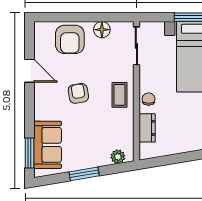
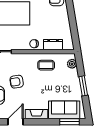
armchair: (78, 93) -> (17, 82), moved
coffee table: (120, 95) -> (46, 65), moved
fireplace: (41, 103) -> (36, 114), added

